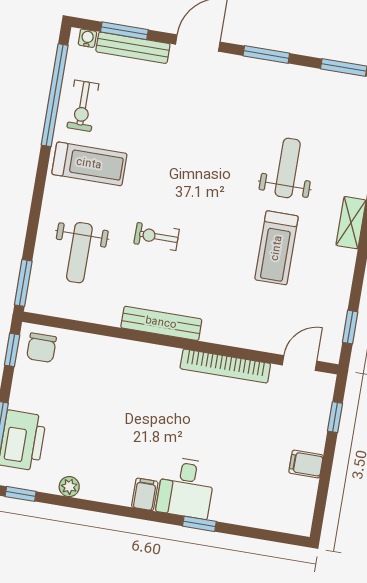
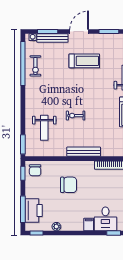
treadmill: (89, 164) -> (84, 61), moved
chair: (114, 395) -> (69, 185), added

